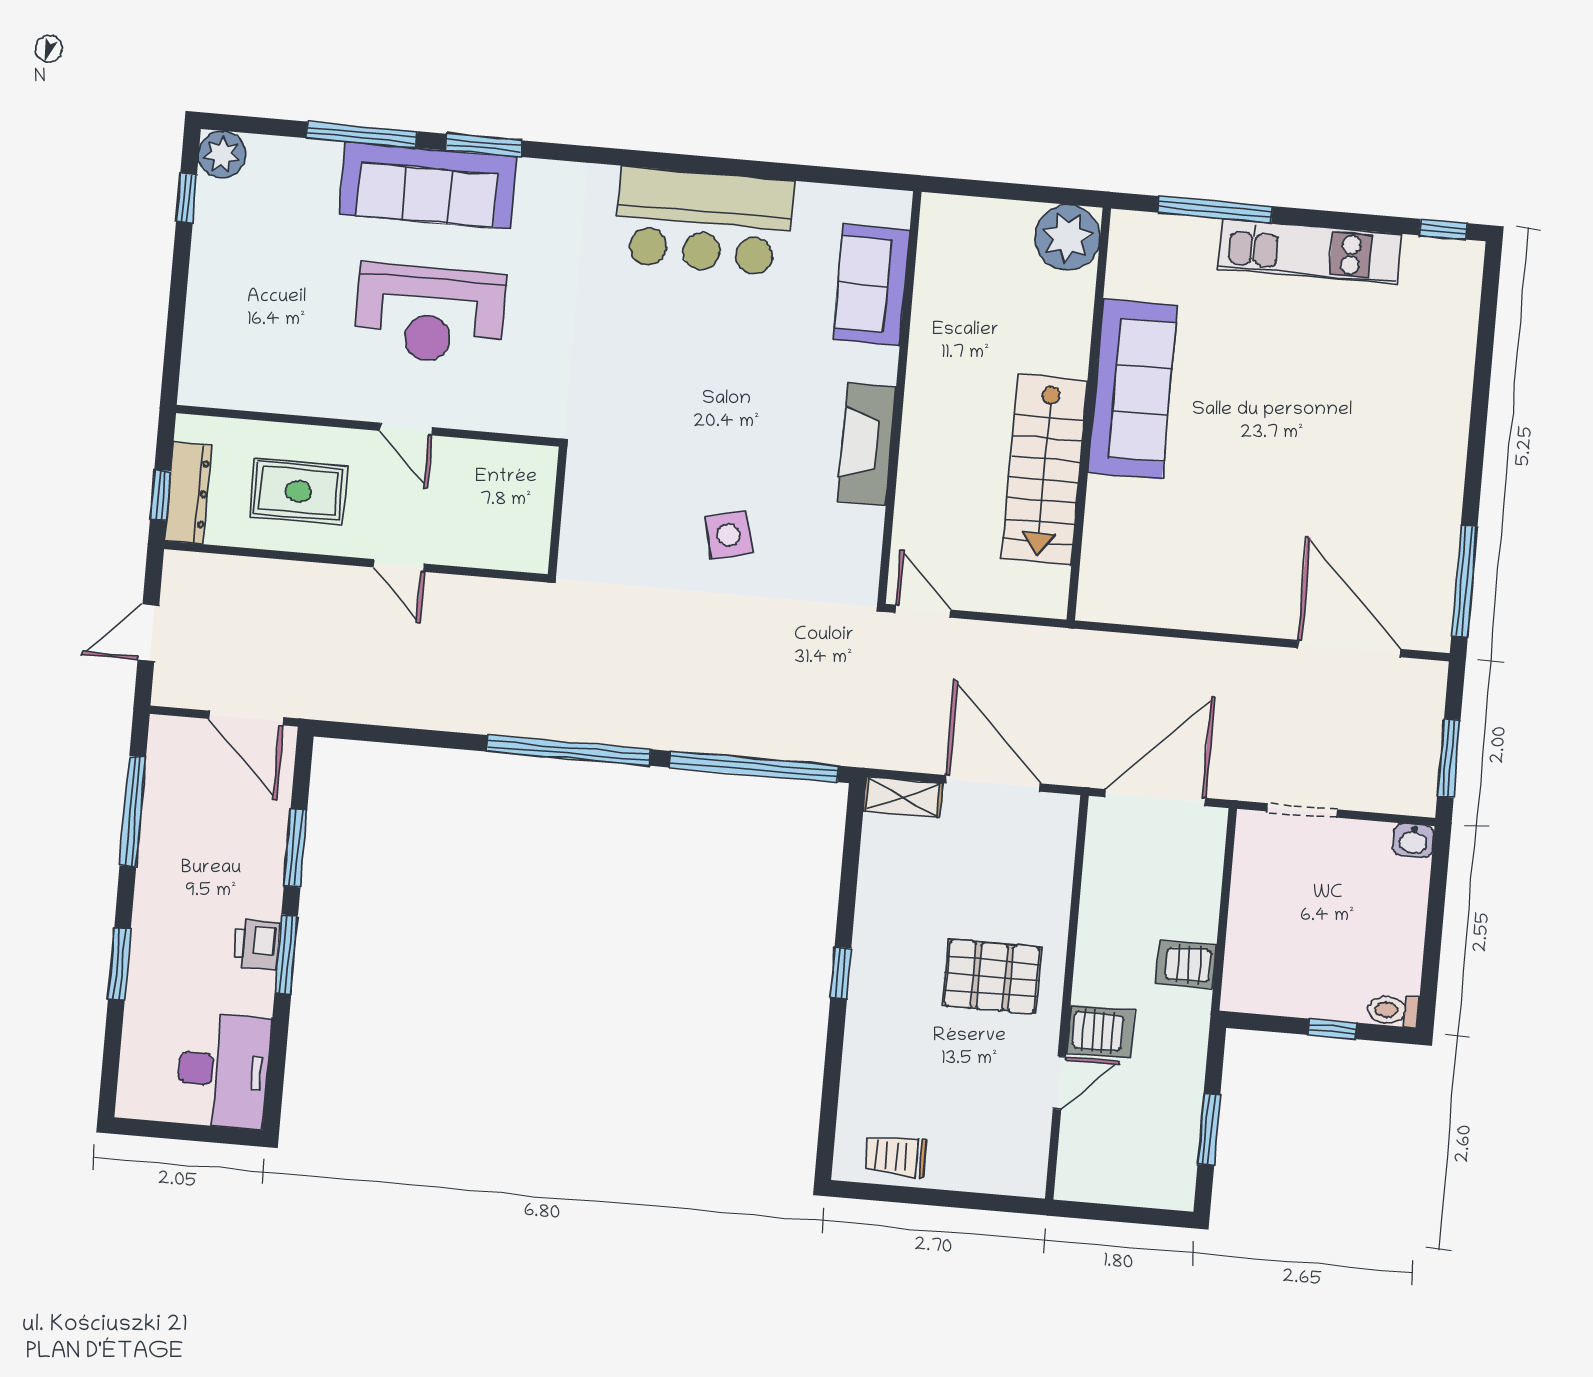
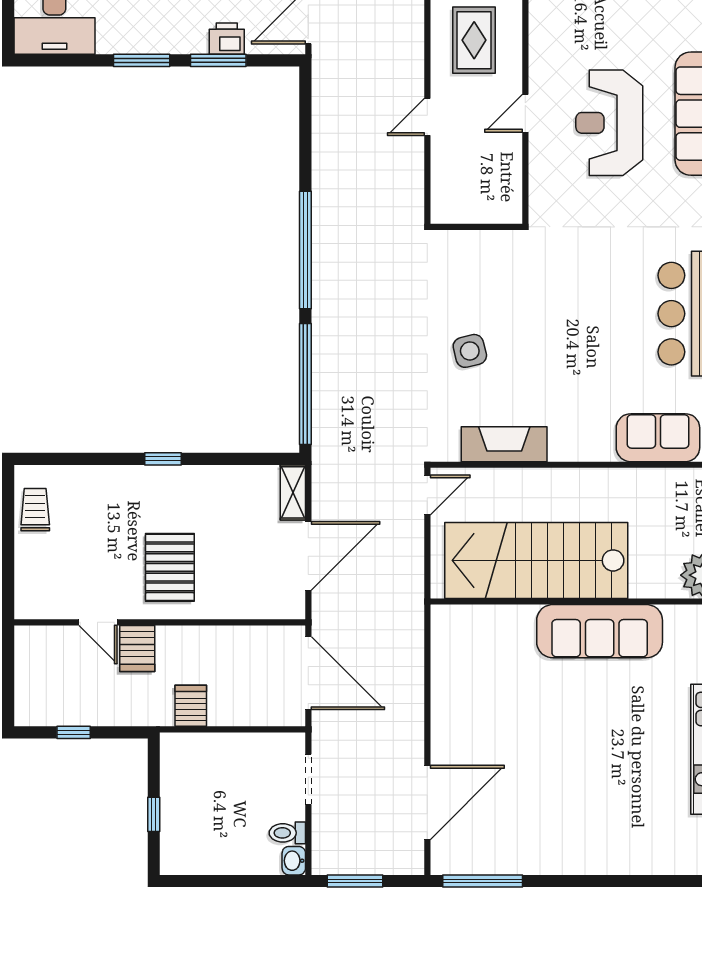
fireplace: (867, 444) -> (504, 444), moved
stairs: (1045, 470) -> (536, 560), width x1.36, depth x1.51
printer: (257, 944) -> (227, 39), moved
toilet: (1393, 1010) -> (287, 833), moved, turned -90
window: (1209, 1130) -> (74, 732), width x0.67

